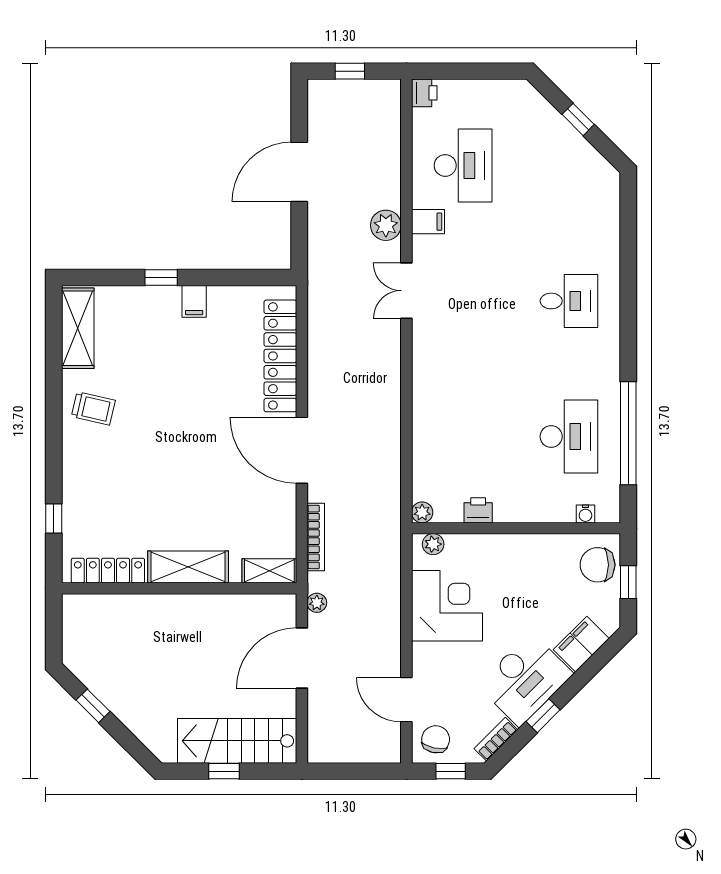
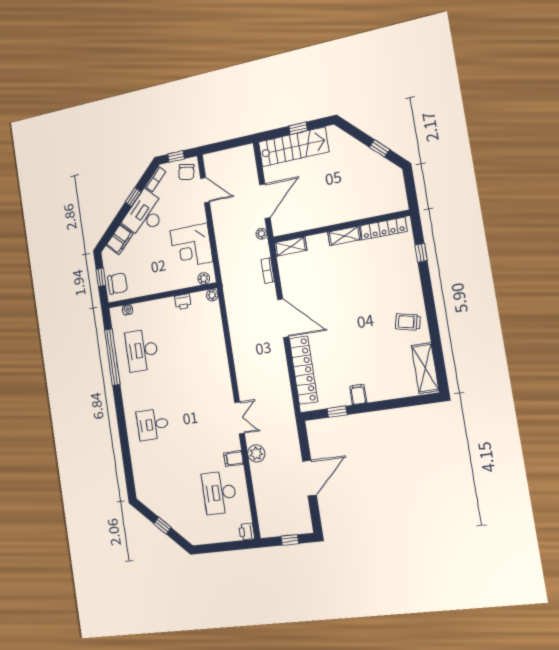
window: (161, 277) -> (337, 412), moved
bookcase: (316, 537) -> (268, 270), width x0.64
shelving: (188, 567) -> (344, 236), width x0.67, depth x0.75

